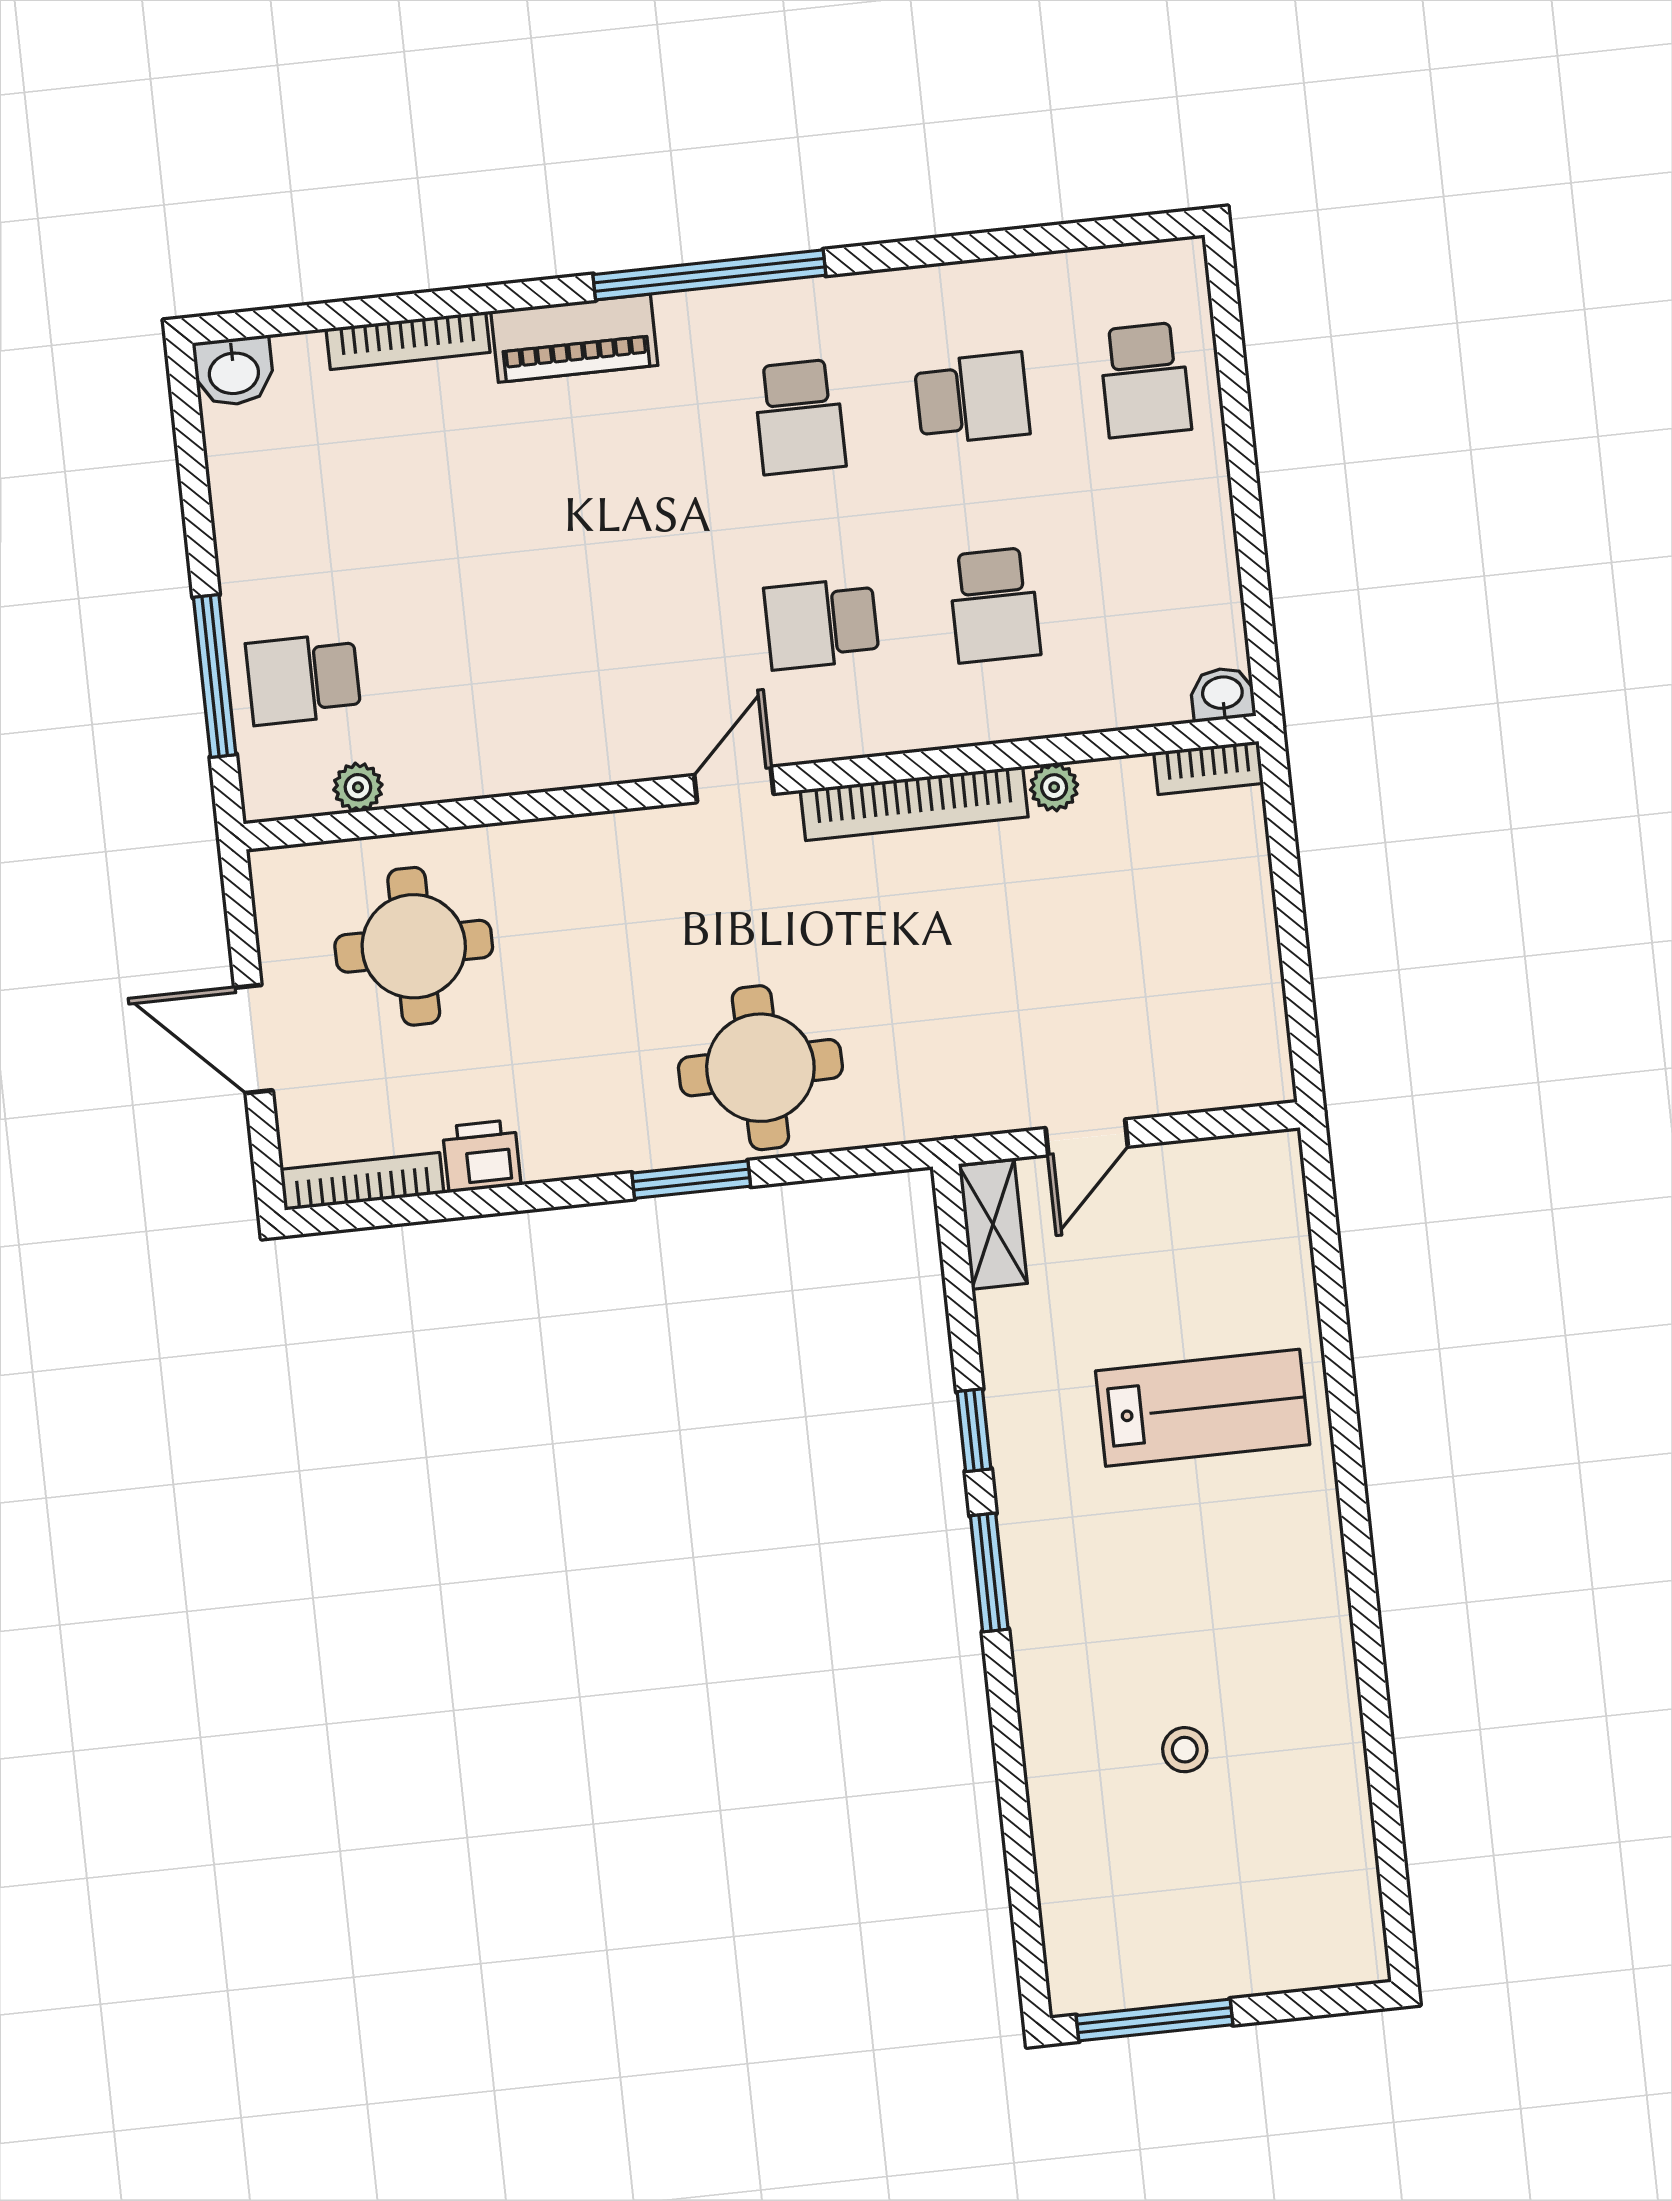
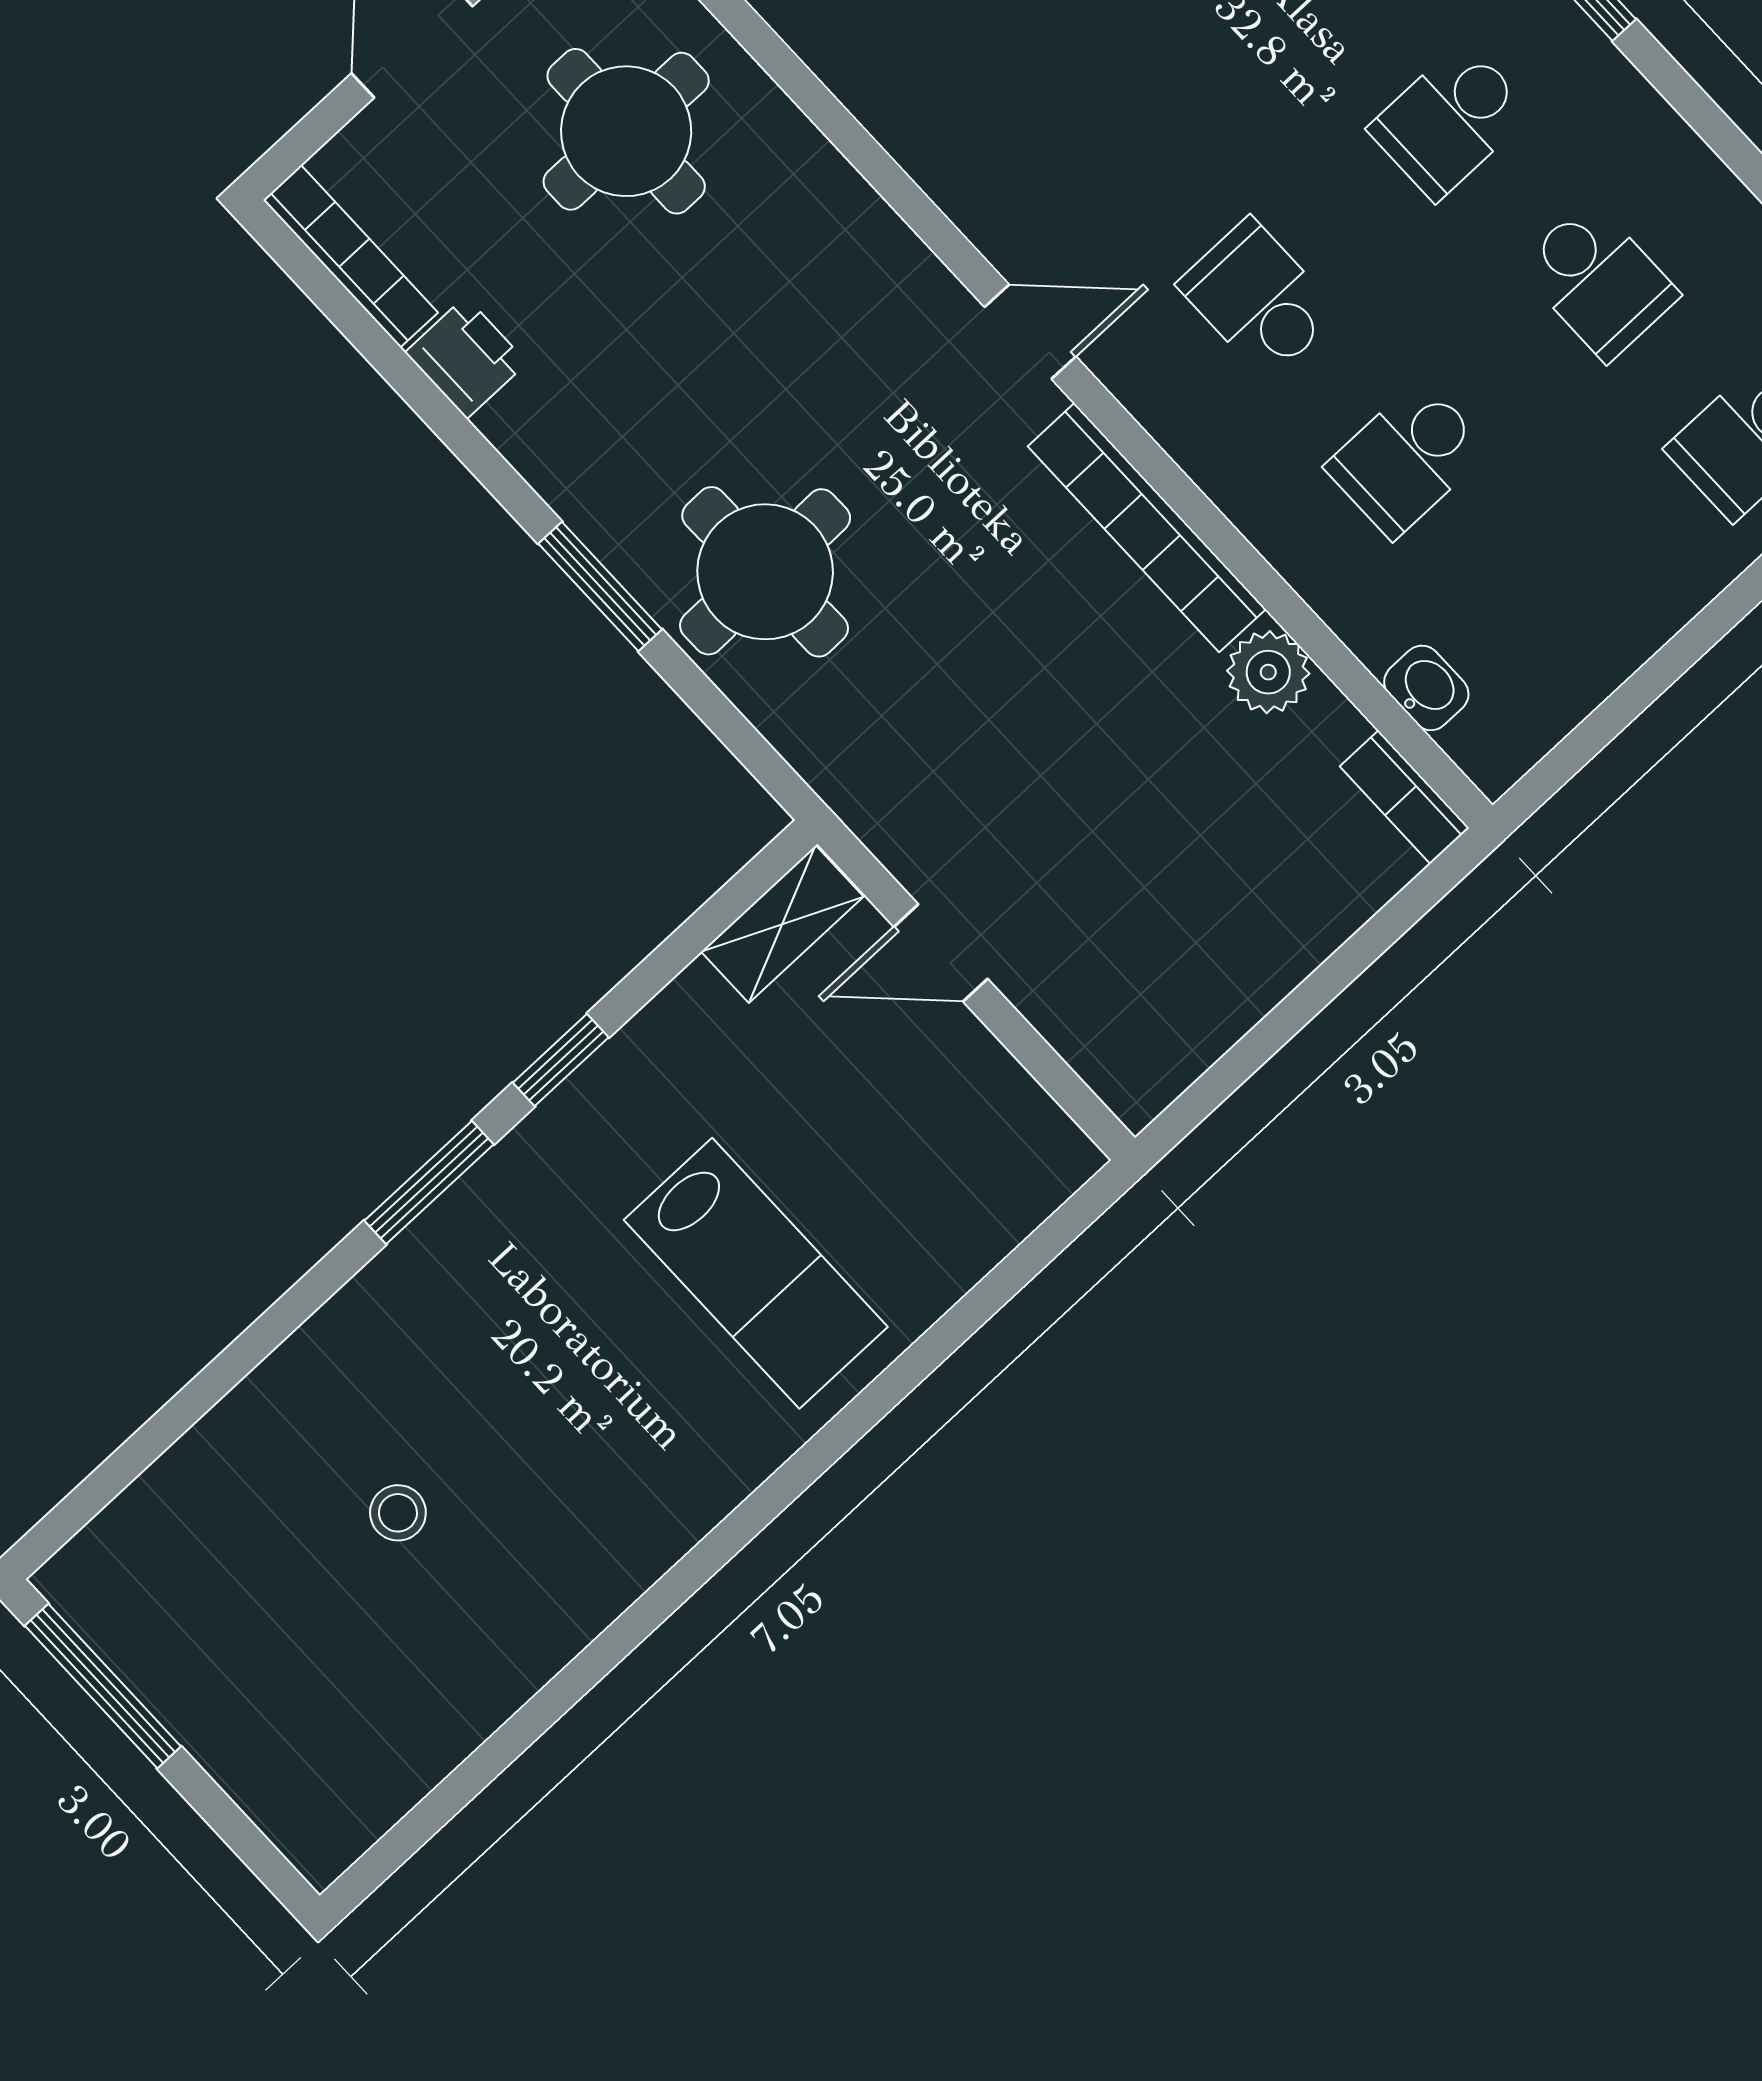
washbasin: (1223, 694) -> (1426, 688), moved
plant: (1054, 787) -> (1268, 672), width x1.38, depth x1.38

